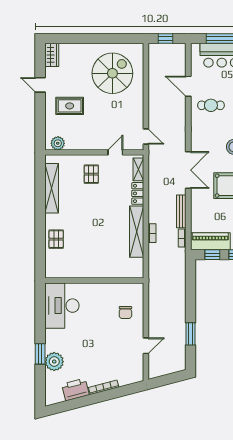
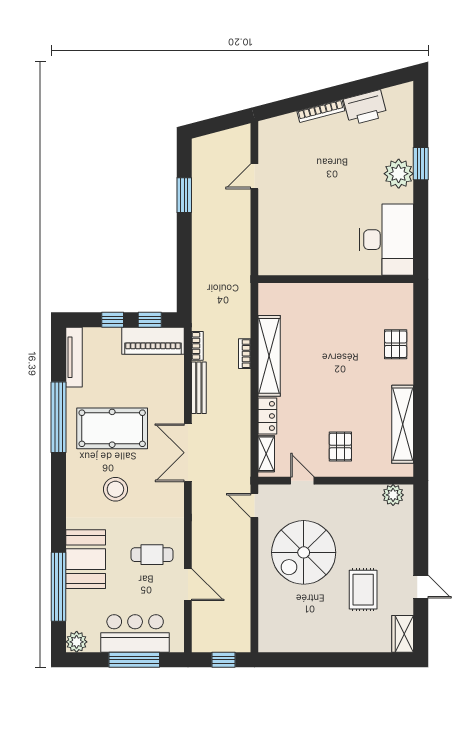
spiral stairs: (112, 73) -> (304, 552), moved
rug: (70, 106) -> (363, 590), moved, turned 90
door: (115, 152) -> (302, 481), swing flipped
chair: (125, 312) -> (287, 229), removed
plant: (54, 362) -> (399, 174), moved

